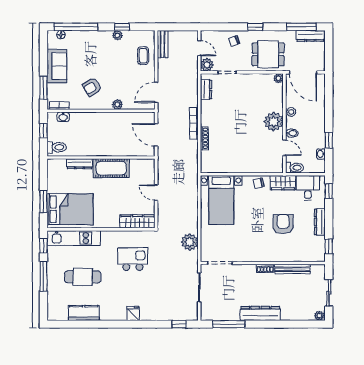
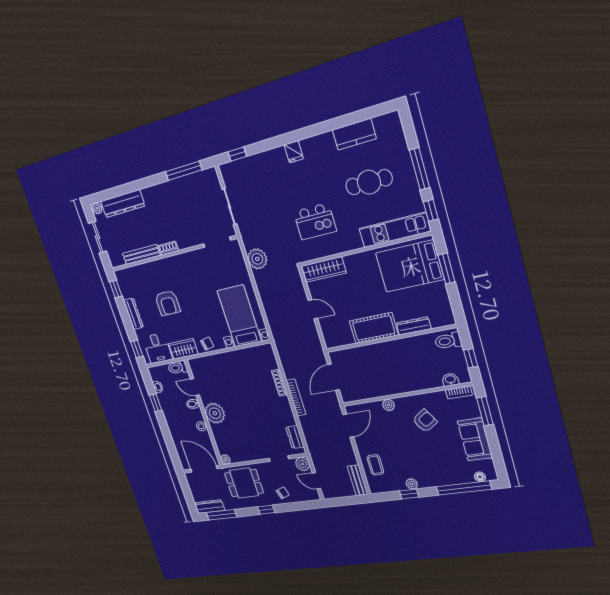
door: (156, 135) -> (333, 377), swing flipped
dresser: (260, 313) -> (123, 204), moved

